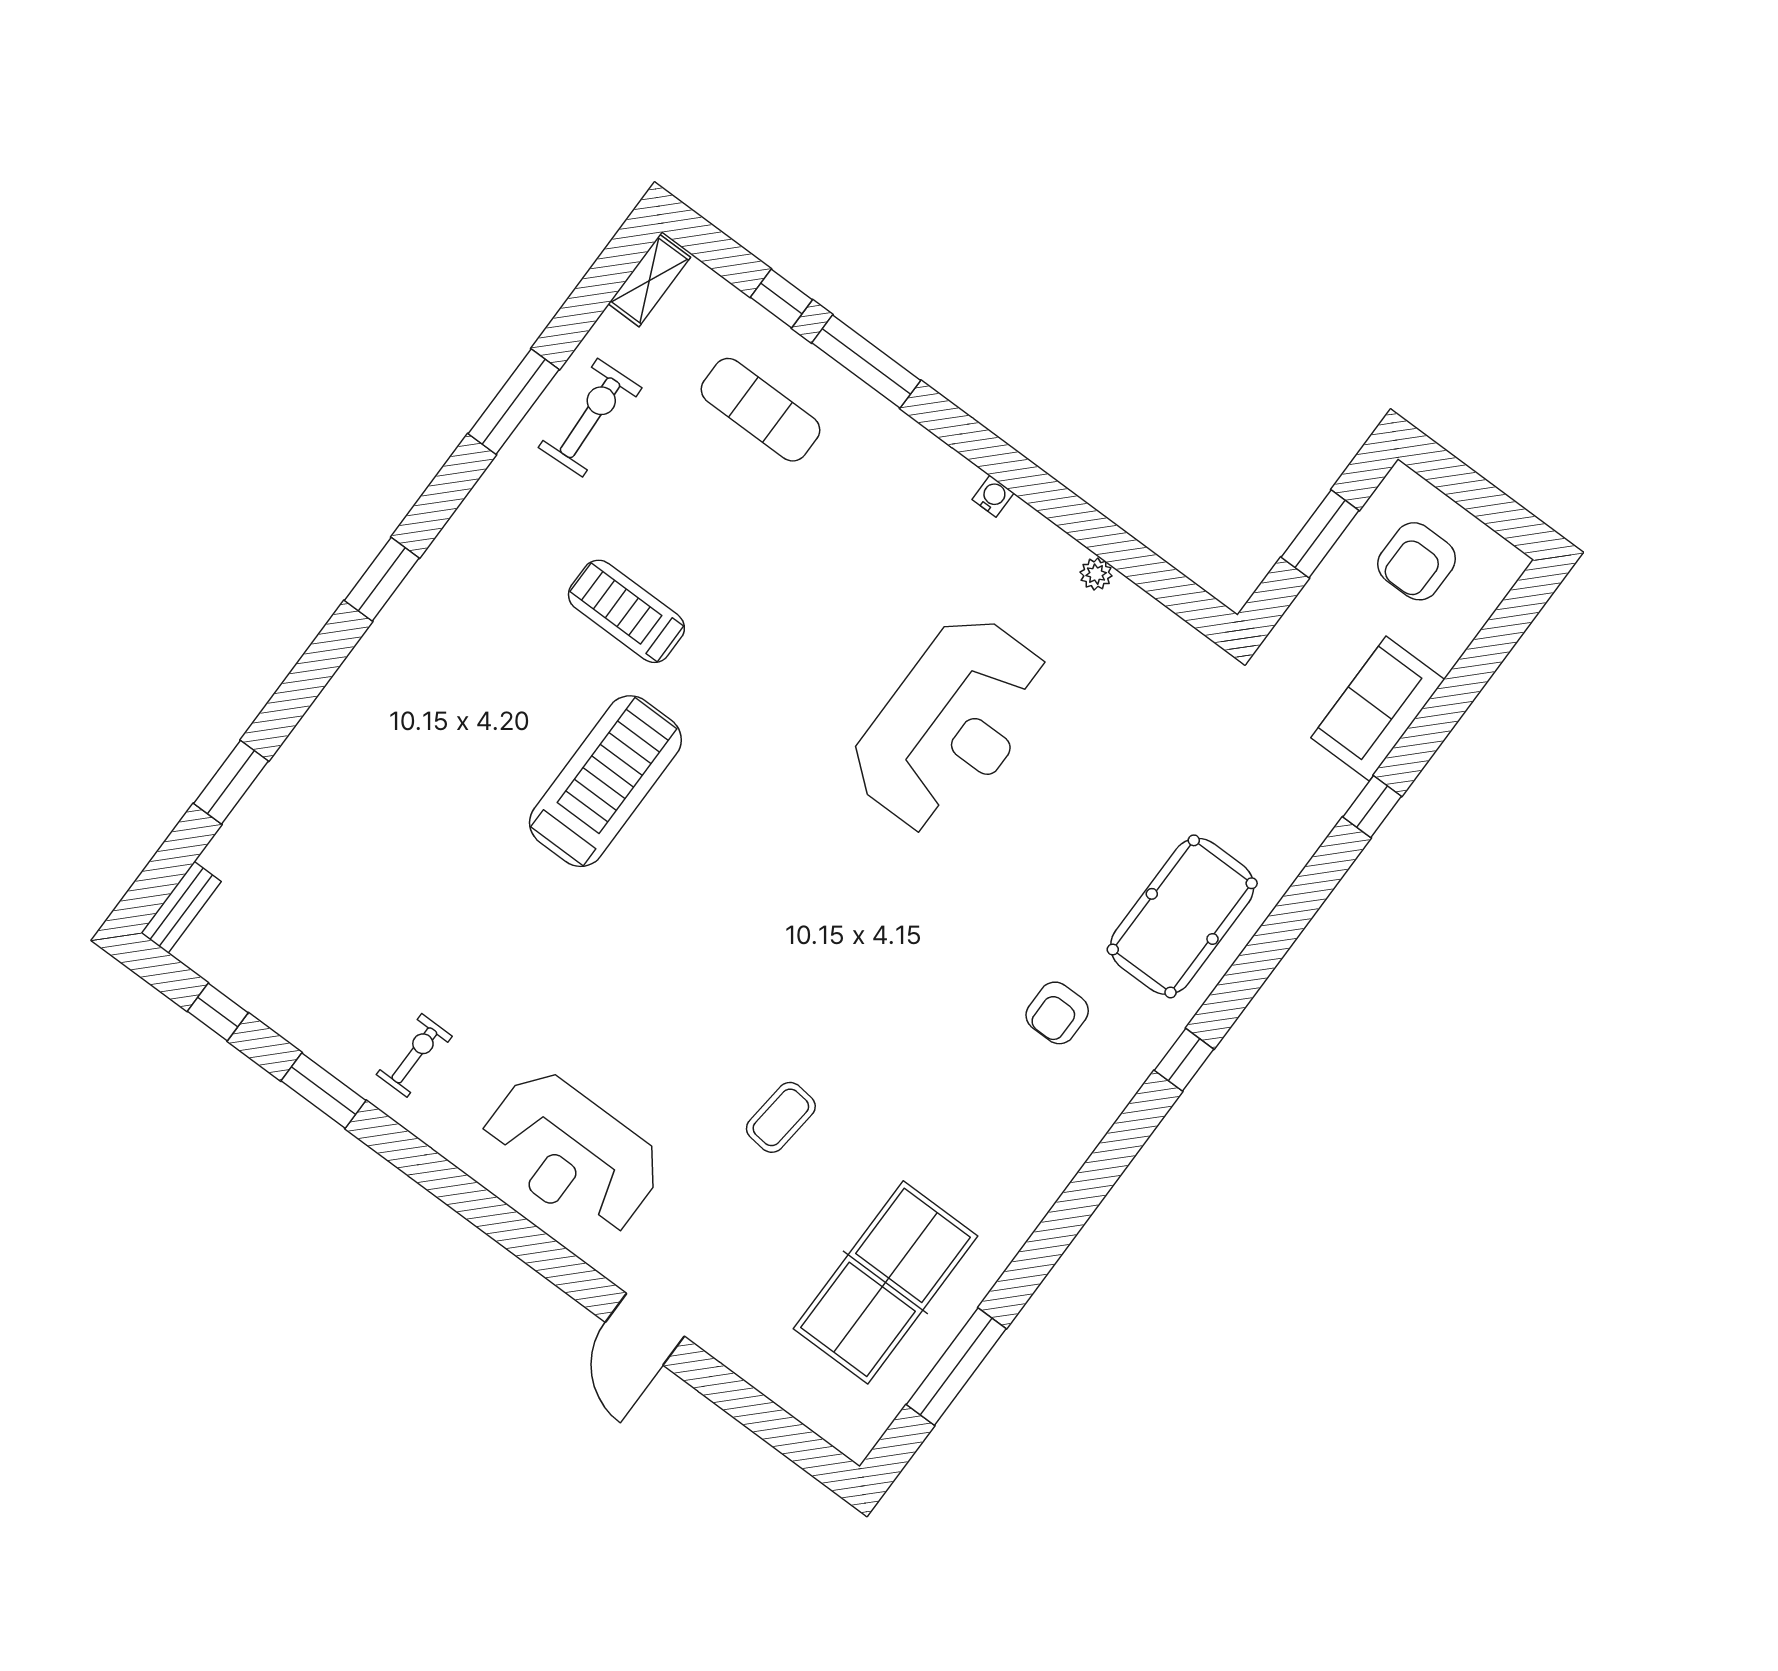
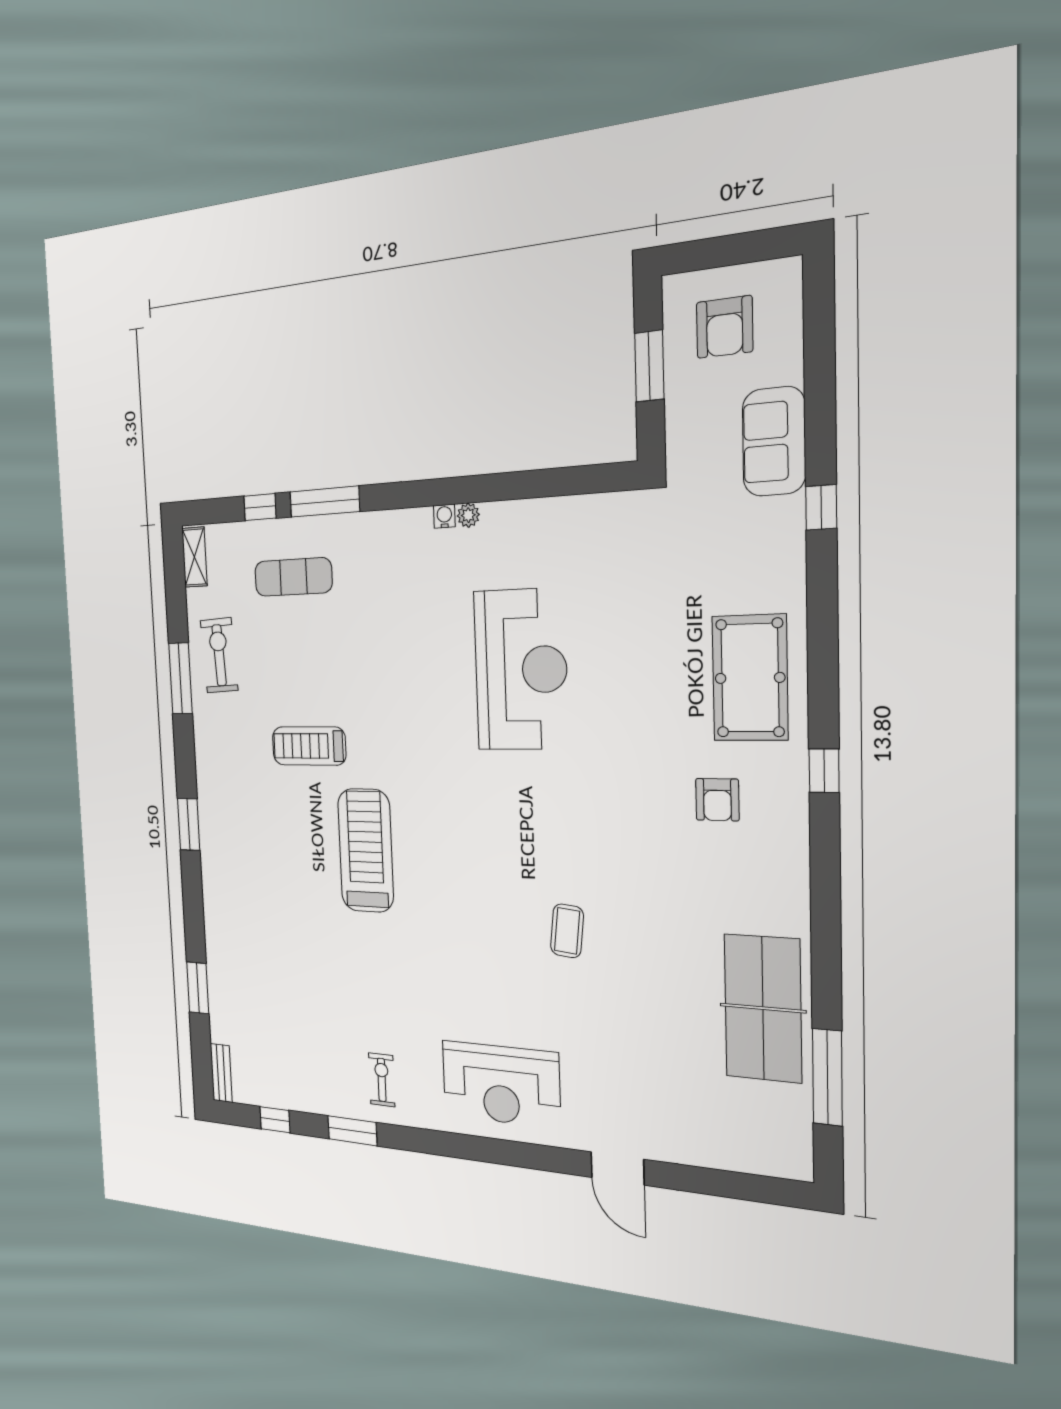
plant: (1096, 574) -> (468, 515), moved
coffee table: (781, 1117) -> (567, 931), moved
table tennis table: (886, 1282) -> (763, 1008), moved

